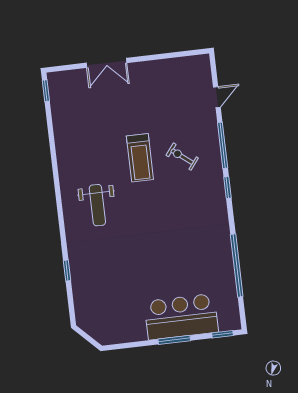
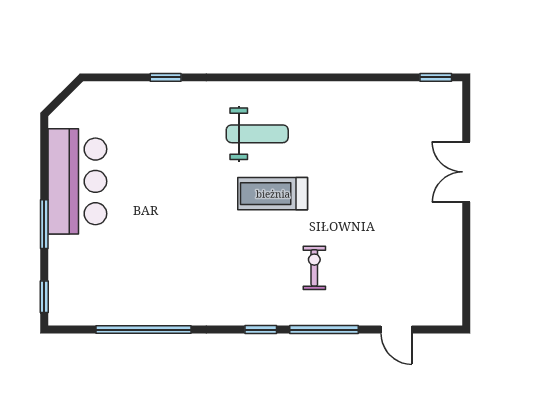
exercise bike: (182, 157) -> (314, 268), turned -38
treadmill: (140, 158) -> (273, 194), moved
weight bench: (97, 205) -> (257, 134), turned 180
bar counter: (181, 317) -> (77, 181), moved

